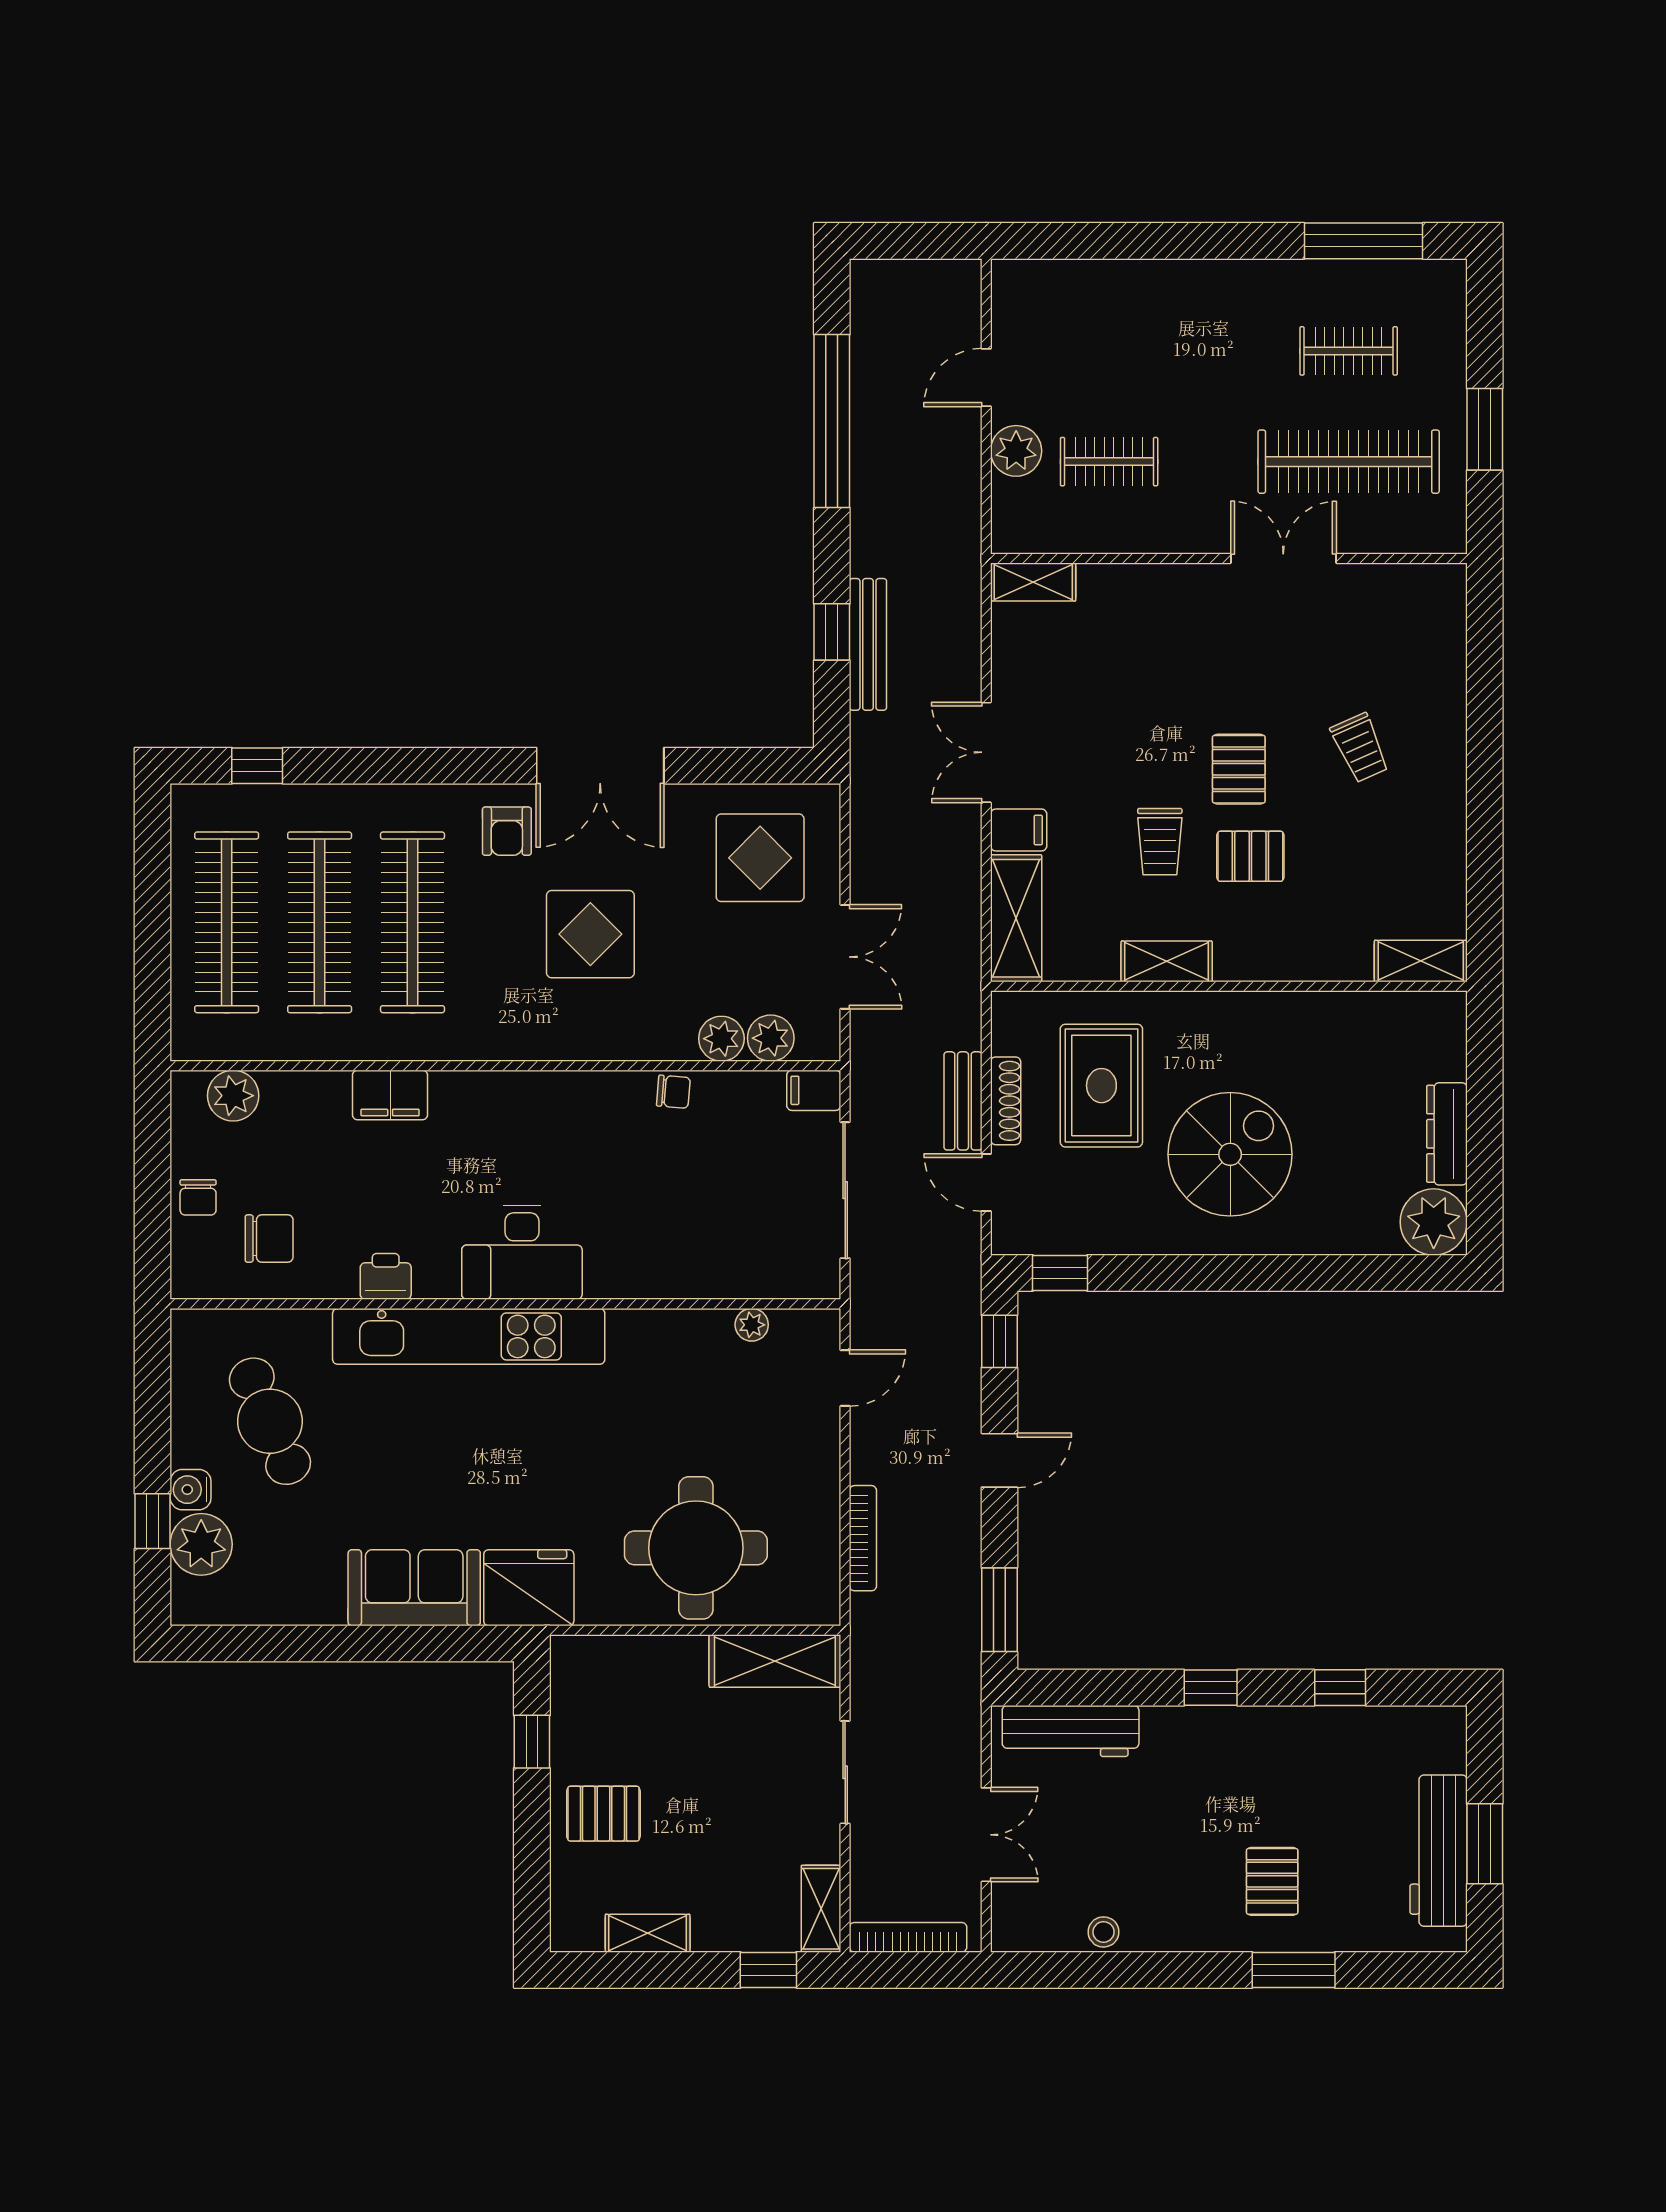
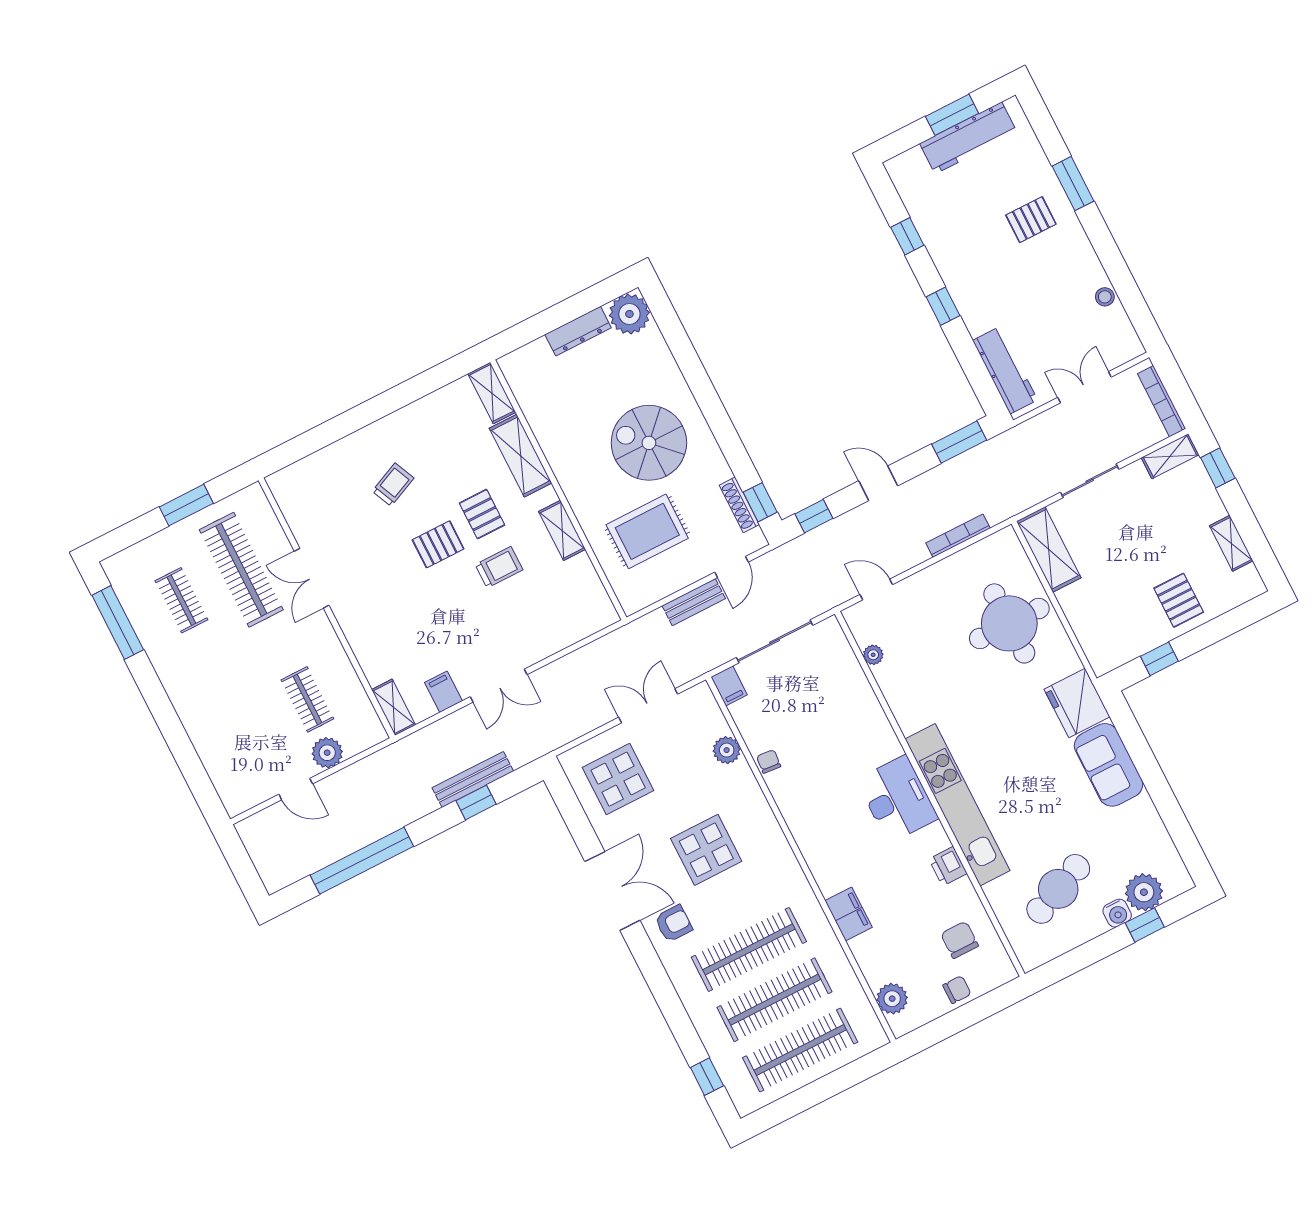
filing cabinet: (1019, 830) -> (443, 692), moved
shelving: (1016, 918) -> (521, 456), moved, turned 90
plant: (771, 1038) -> (713, 724), removed
shoe rack: (1006, 1101) -> (739, 505), moved, turned -90

